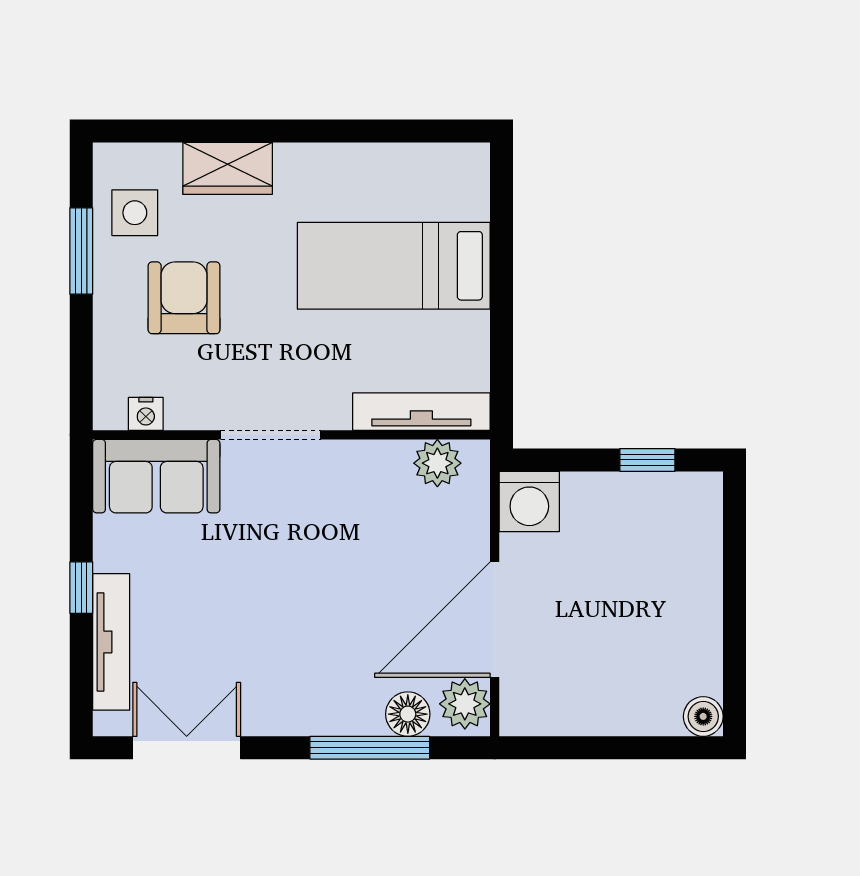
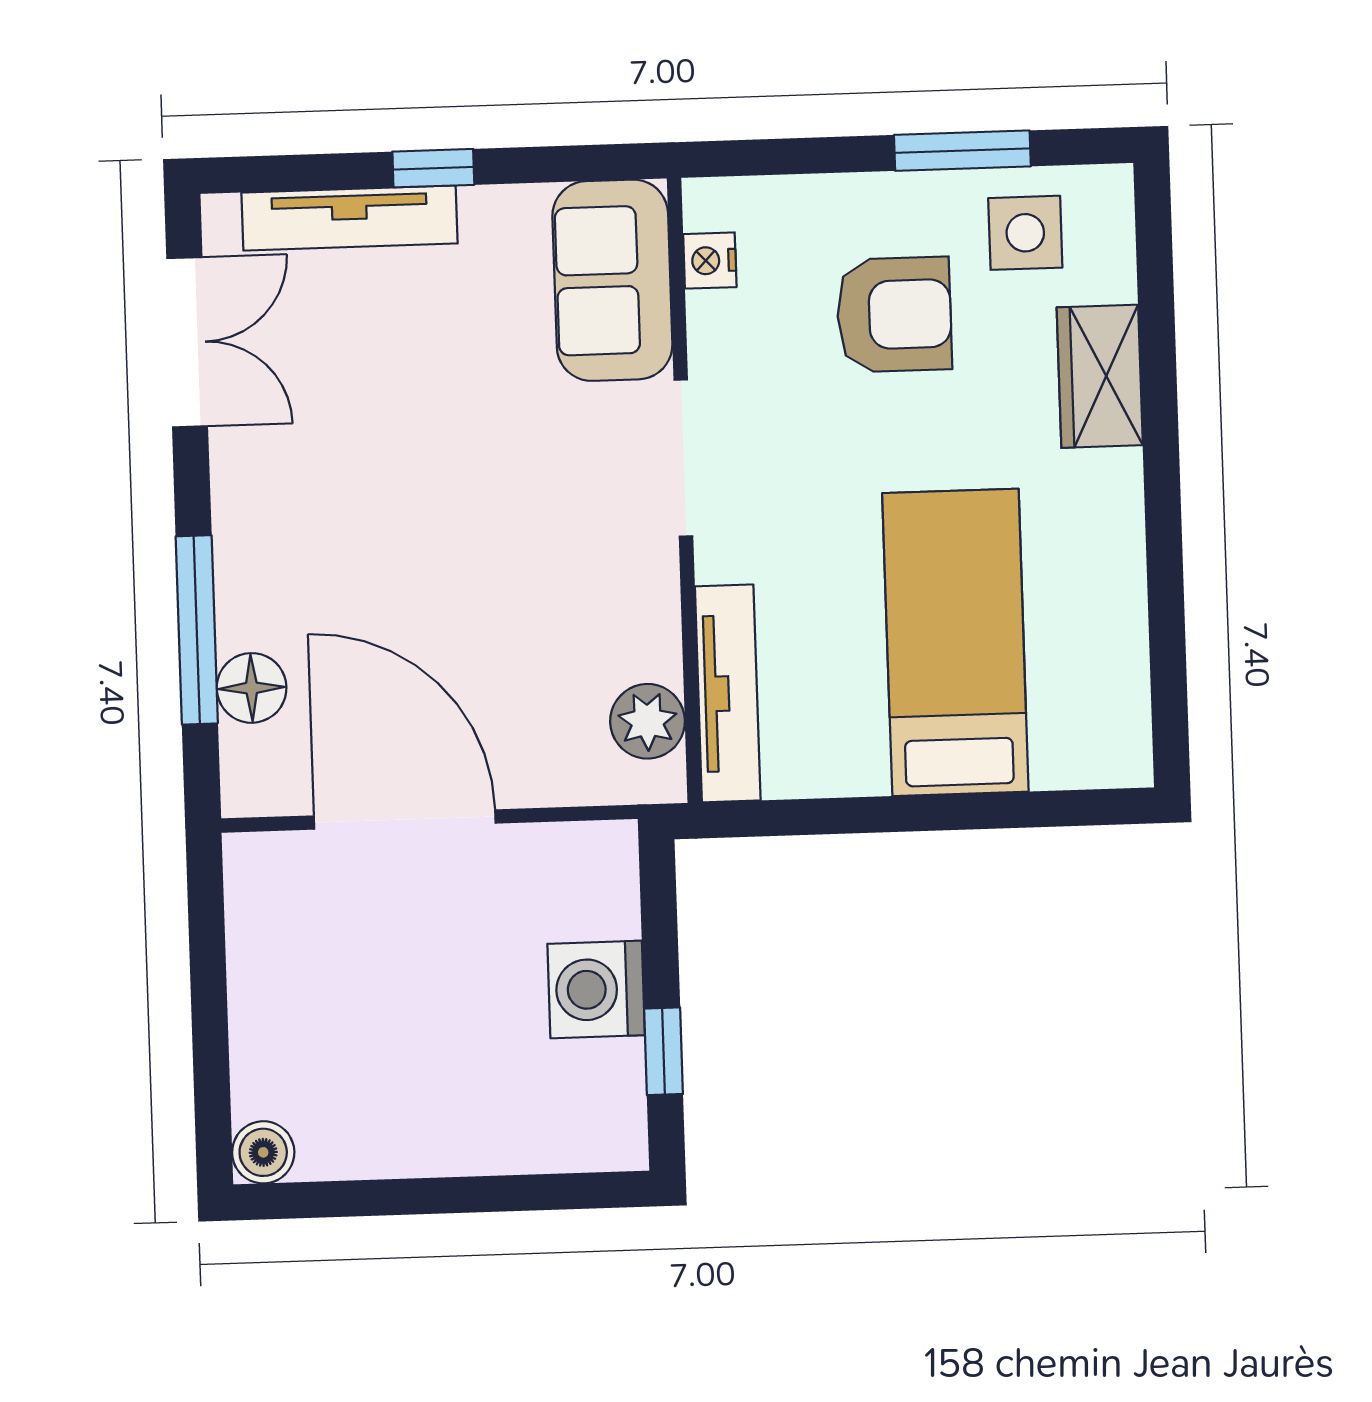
washing machine: (529, 501) -> (596, 989), moved
plant: (465, 704) -> (271, 777), removed

